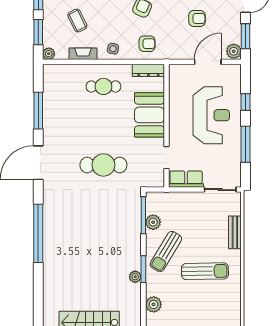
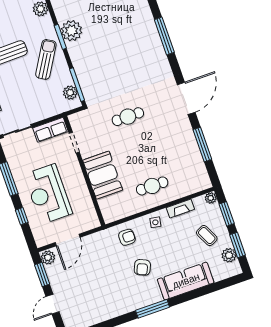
armchair: (197, 18) -> (91, 275), removed
coffee table: (77, 21) -> (207, 236), moved
armchair: (147, 44) -> (127, 237), turned 180
dresser: (148, 70) -> (117, 214), removed
cafe table: (103, 165) -> (128, 117), width x0.73, depth x0.74
plant: (153, 222) -> (70, 93), moved
window: (38, 233) -> (164, 36), width x0.68
plant: (135, 277) -> (72, 31), width x1.87, depth x1.87

